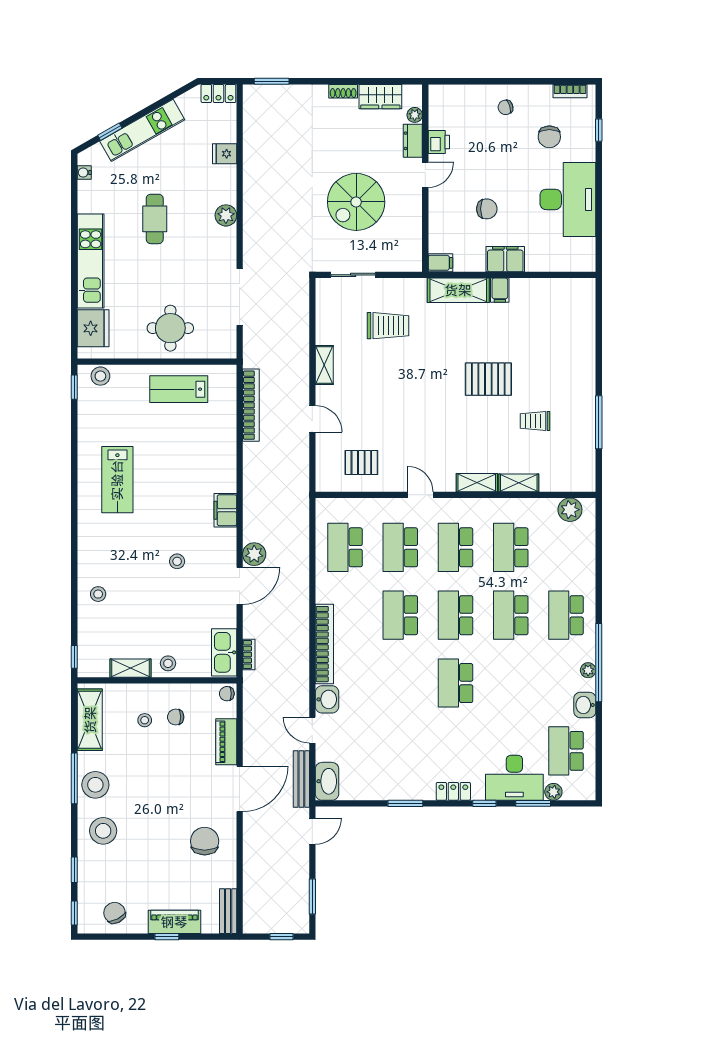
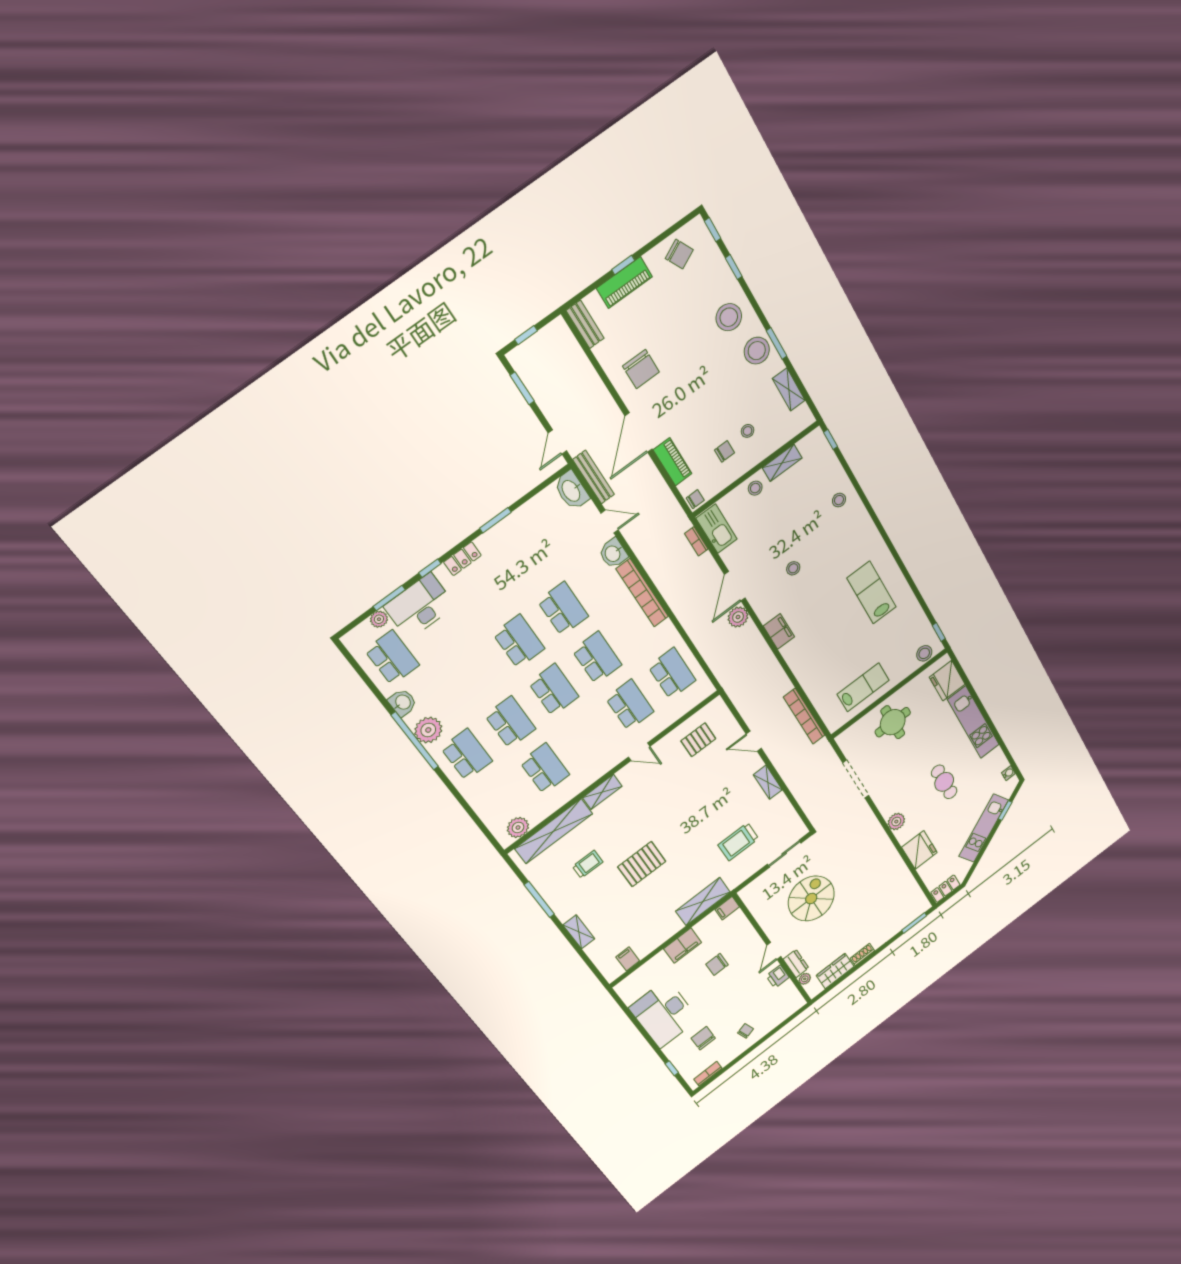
fridge: (225, 154) -> (919, 850), width x1.88, depth x1.34
filing cabinet: (500, 290) -> (628, 959), moved
shelving: (587, 358) -> (579, 932), added
shelving: (519, 483) -> (554, 831), width x2.20, depth x1.33
school desk: (456, 547) -> (563, 609), moved
plant: (588, 670) -> (428, 730), width x1.87, depth x1.87
shelving: (90, 720) -> (789, 390), width x0.67, depth x0.75
window: (74, 778) -> (777, 343), width x0.69

